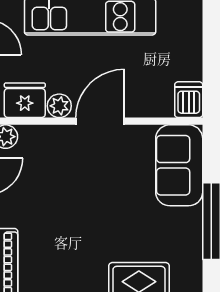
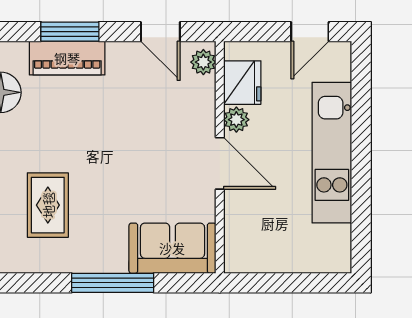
dishwasher: (189, 100) -> (243, 258), removed

